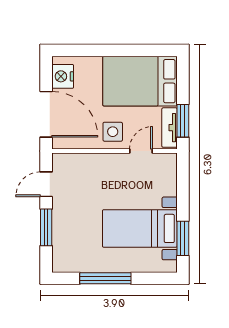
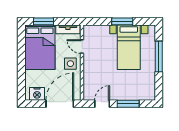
window: (183, 121) -> (43, 21), moved
door: (46, 184) -> (102, 104), swing flipped
window: (183, 238) -> (122, 21), moved
window: (105, 278) -> (159, 57), moved

